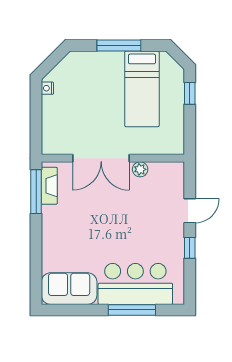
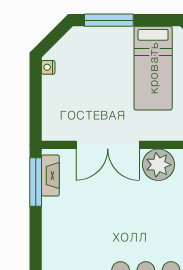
window: (119, 46) -> (109, 20), moved
plant: (140, 169) -> (158, 165), width x1.87, depth x1.87

